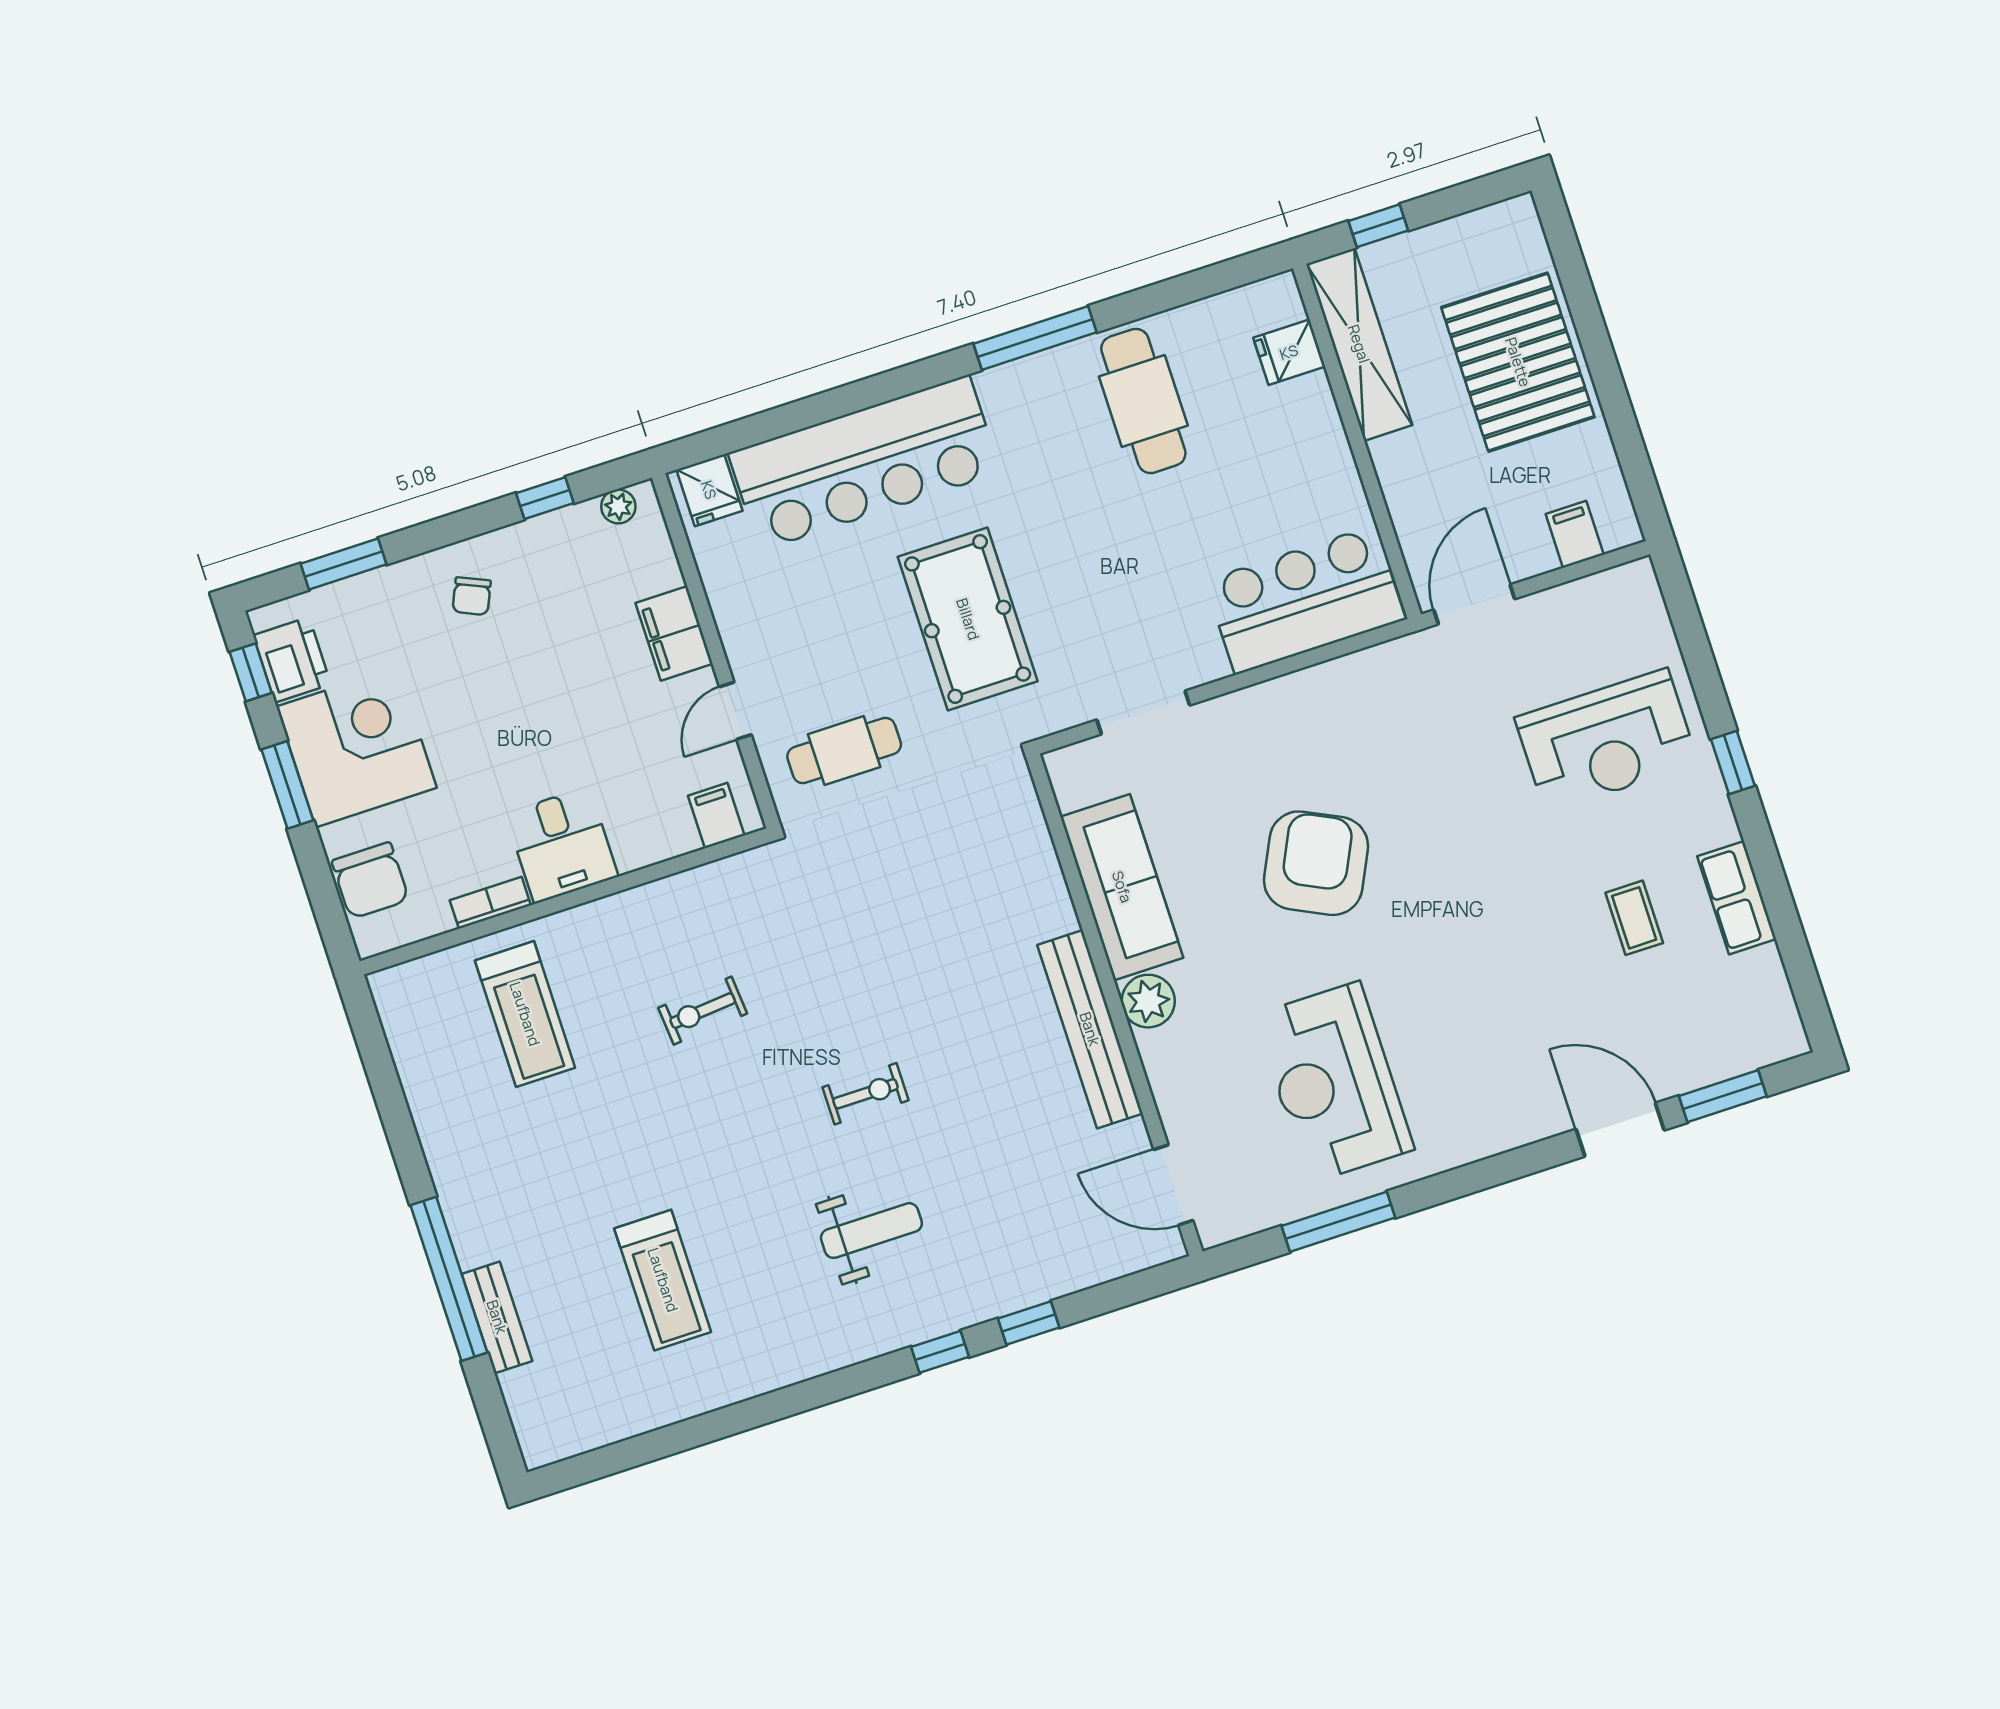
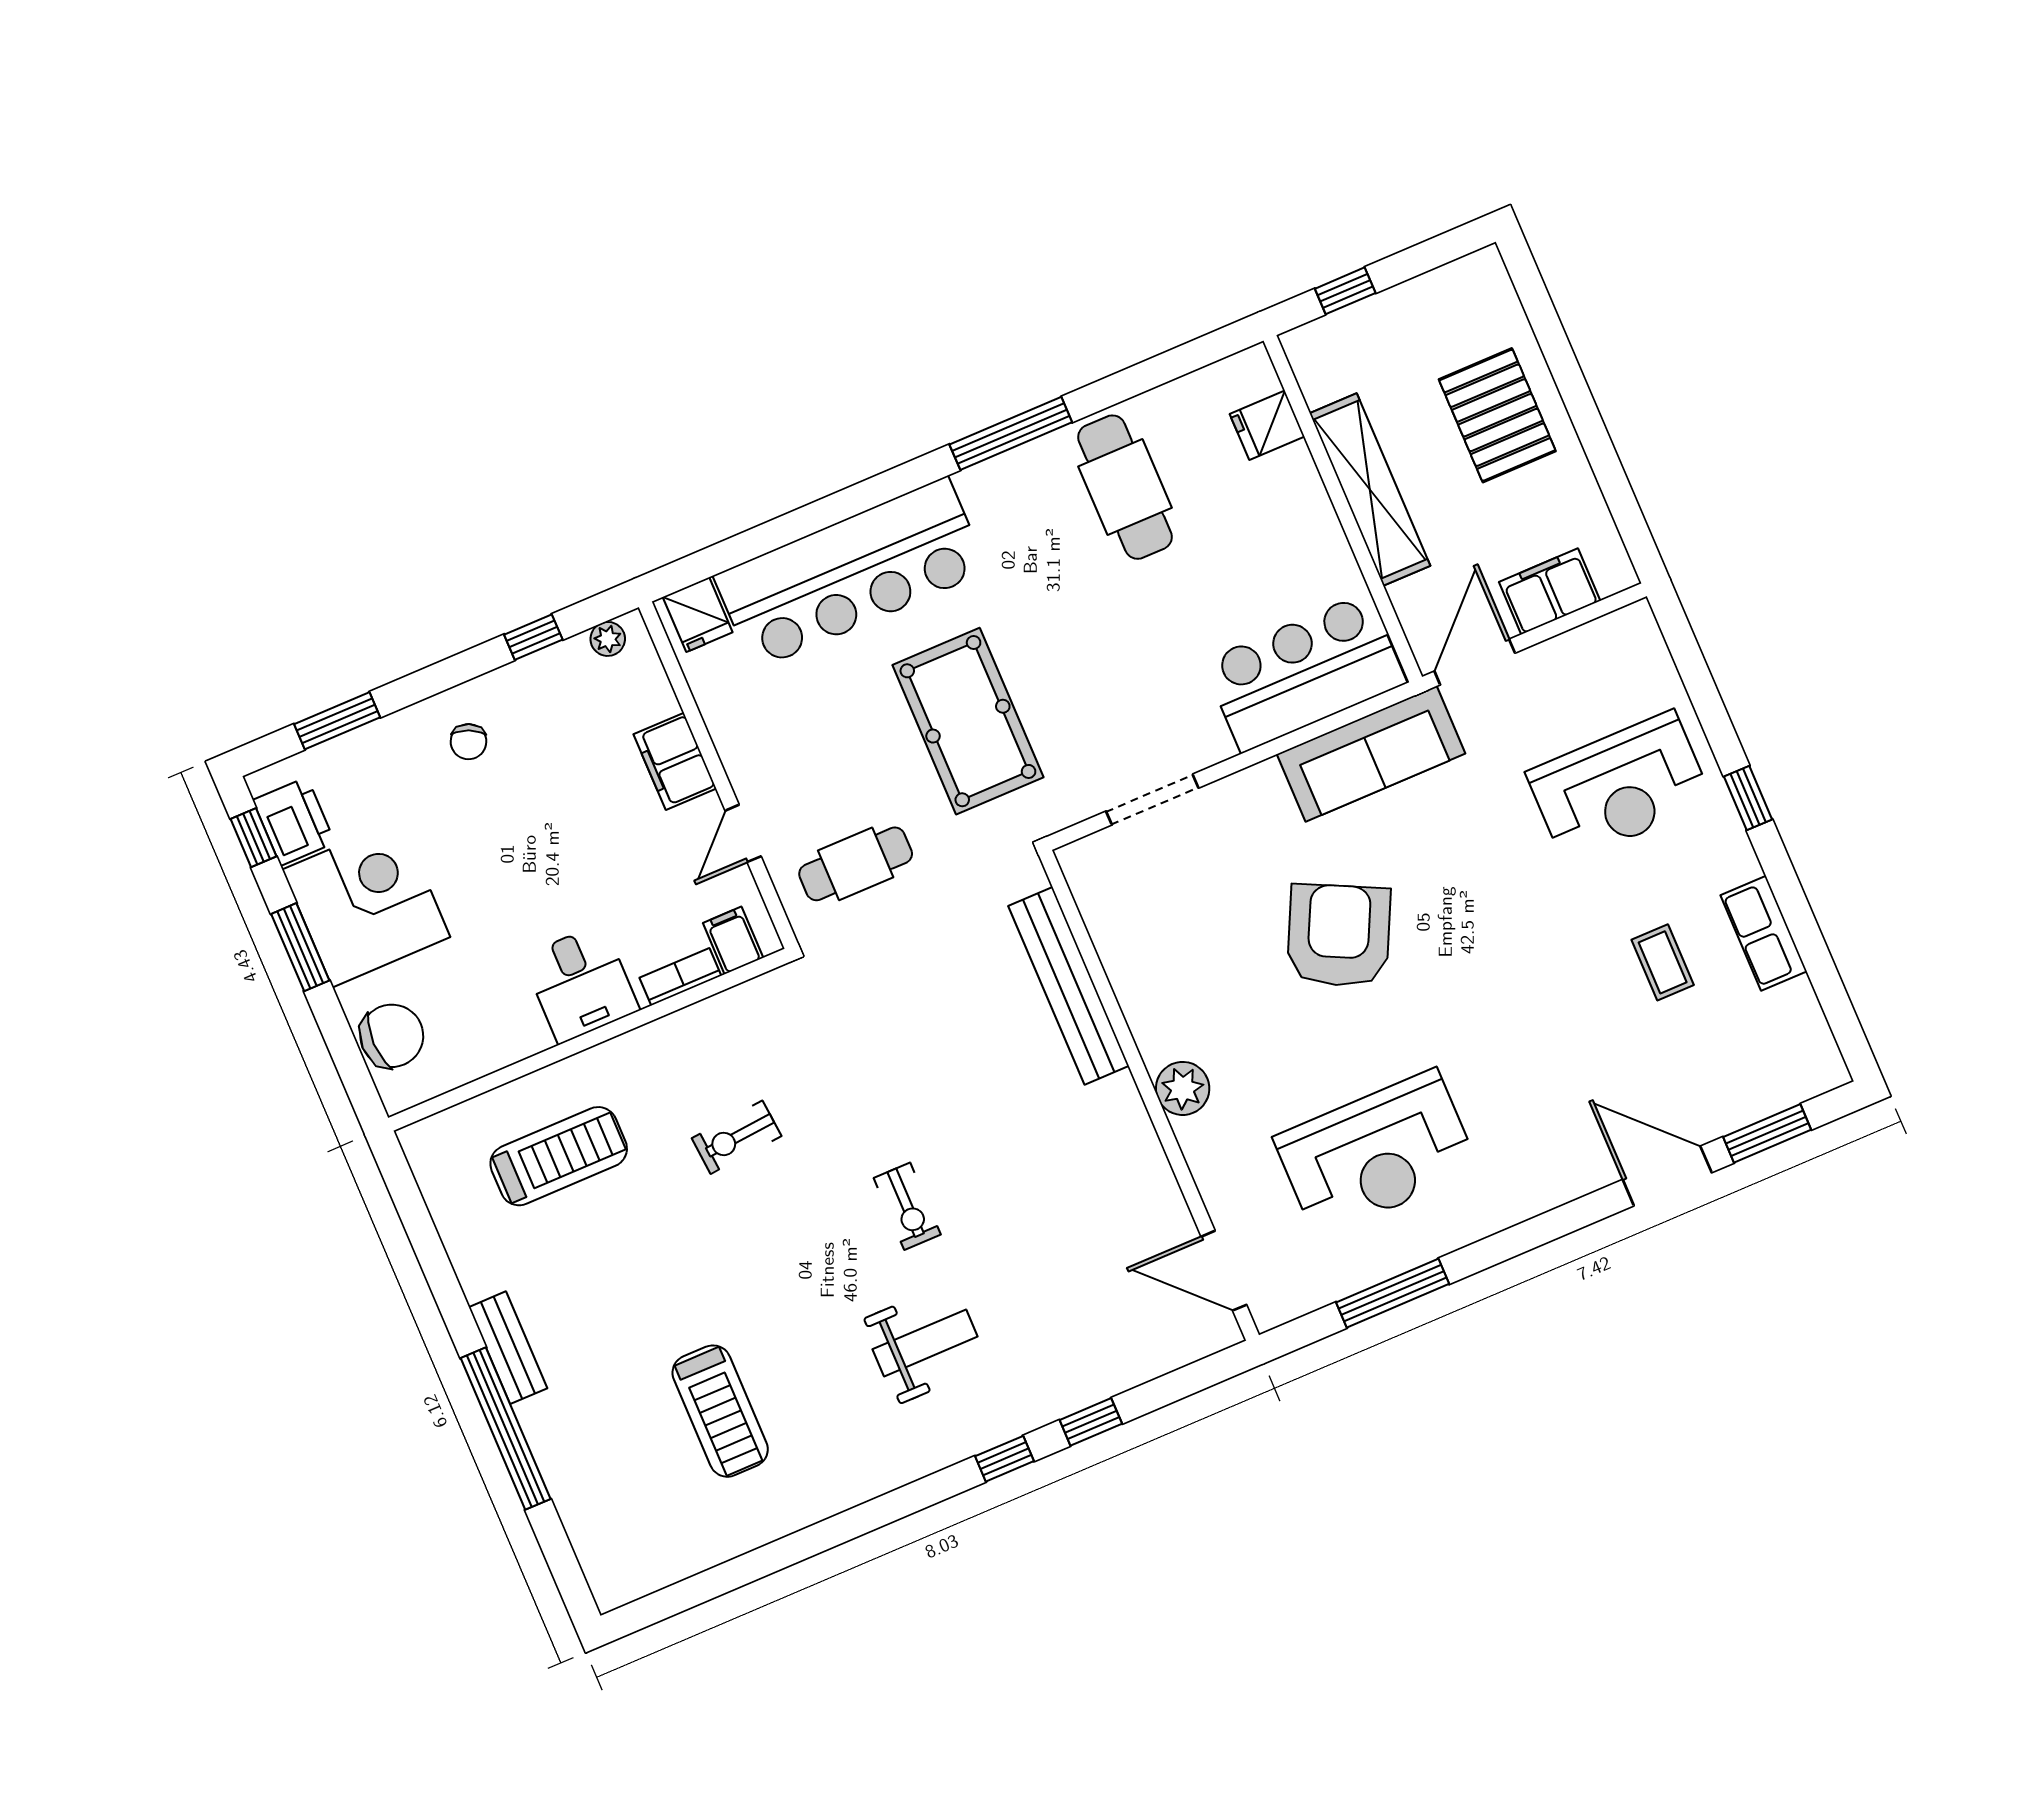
shelving: (1359, 344) -> (1370, 490), moved
pallet: (1518, 362) -> (1497, 415), width x0.73, depth x0.71
filing cabinet: (1575, 534) -> (1550, 591), width x2.00
chair: (370, 880) -> (392, 1036), turned -90
sofa: (1122, 887) -> (1371, 754), moved, turned 90
bookcase: (490, 903) -> (680, 977), moved
treadmill: (525, 1014) -> (559, 1156), turned -90
bench: (1090, 1029) -> (1069, 986), moved
reception desk: (1334, 1082) -> (1376, 1154), turned -90
exercise bike: (866, 1094) -> (907, 1206), turned 90
bench: (497, 1317) -> (508, 1348), moved

